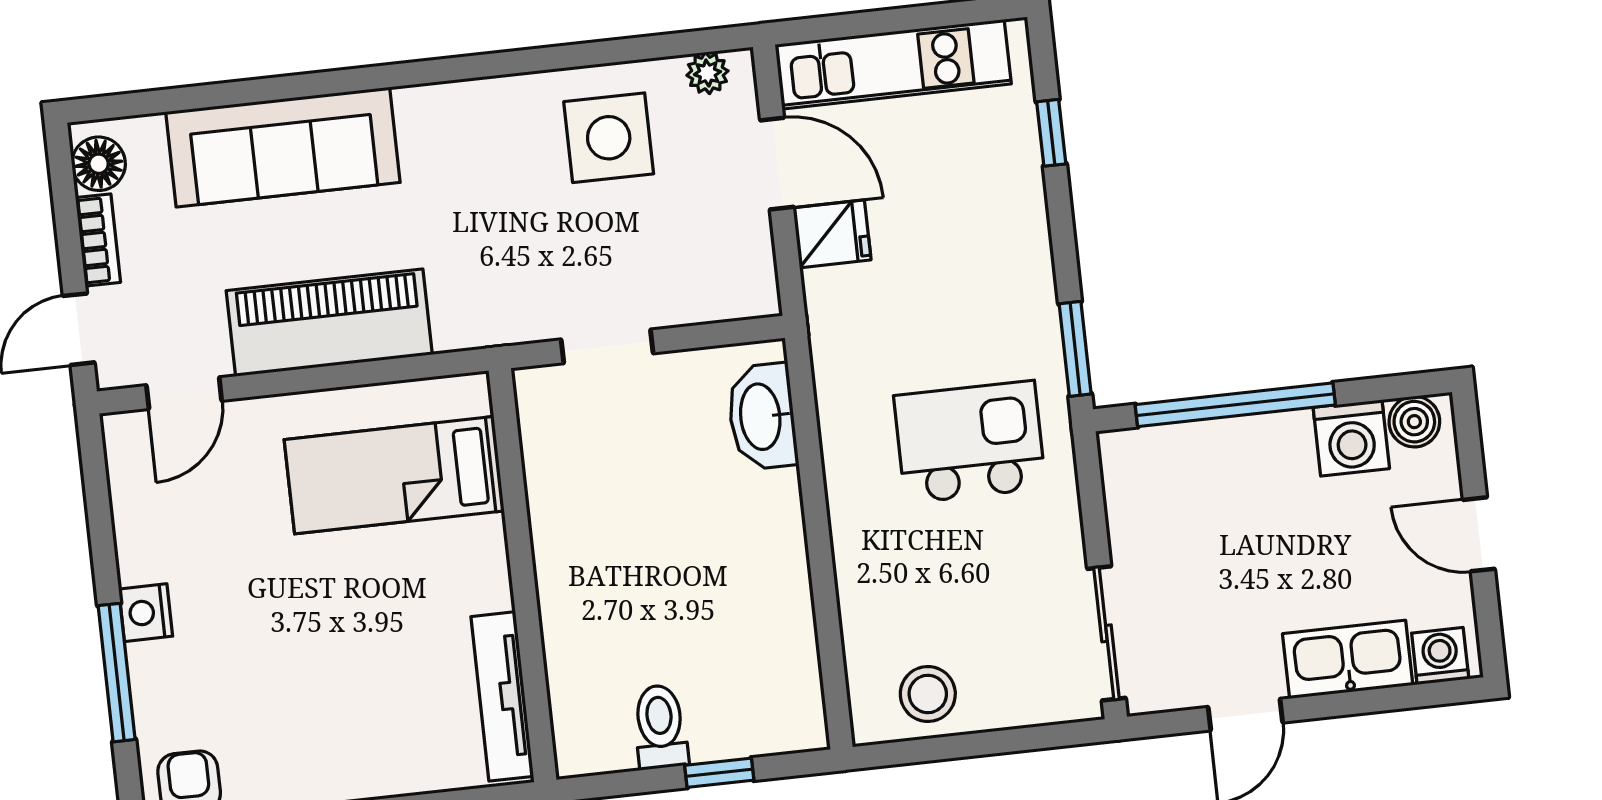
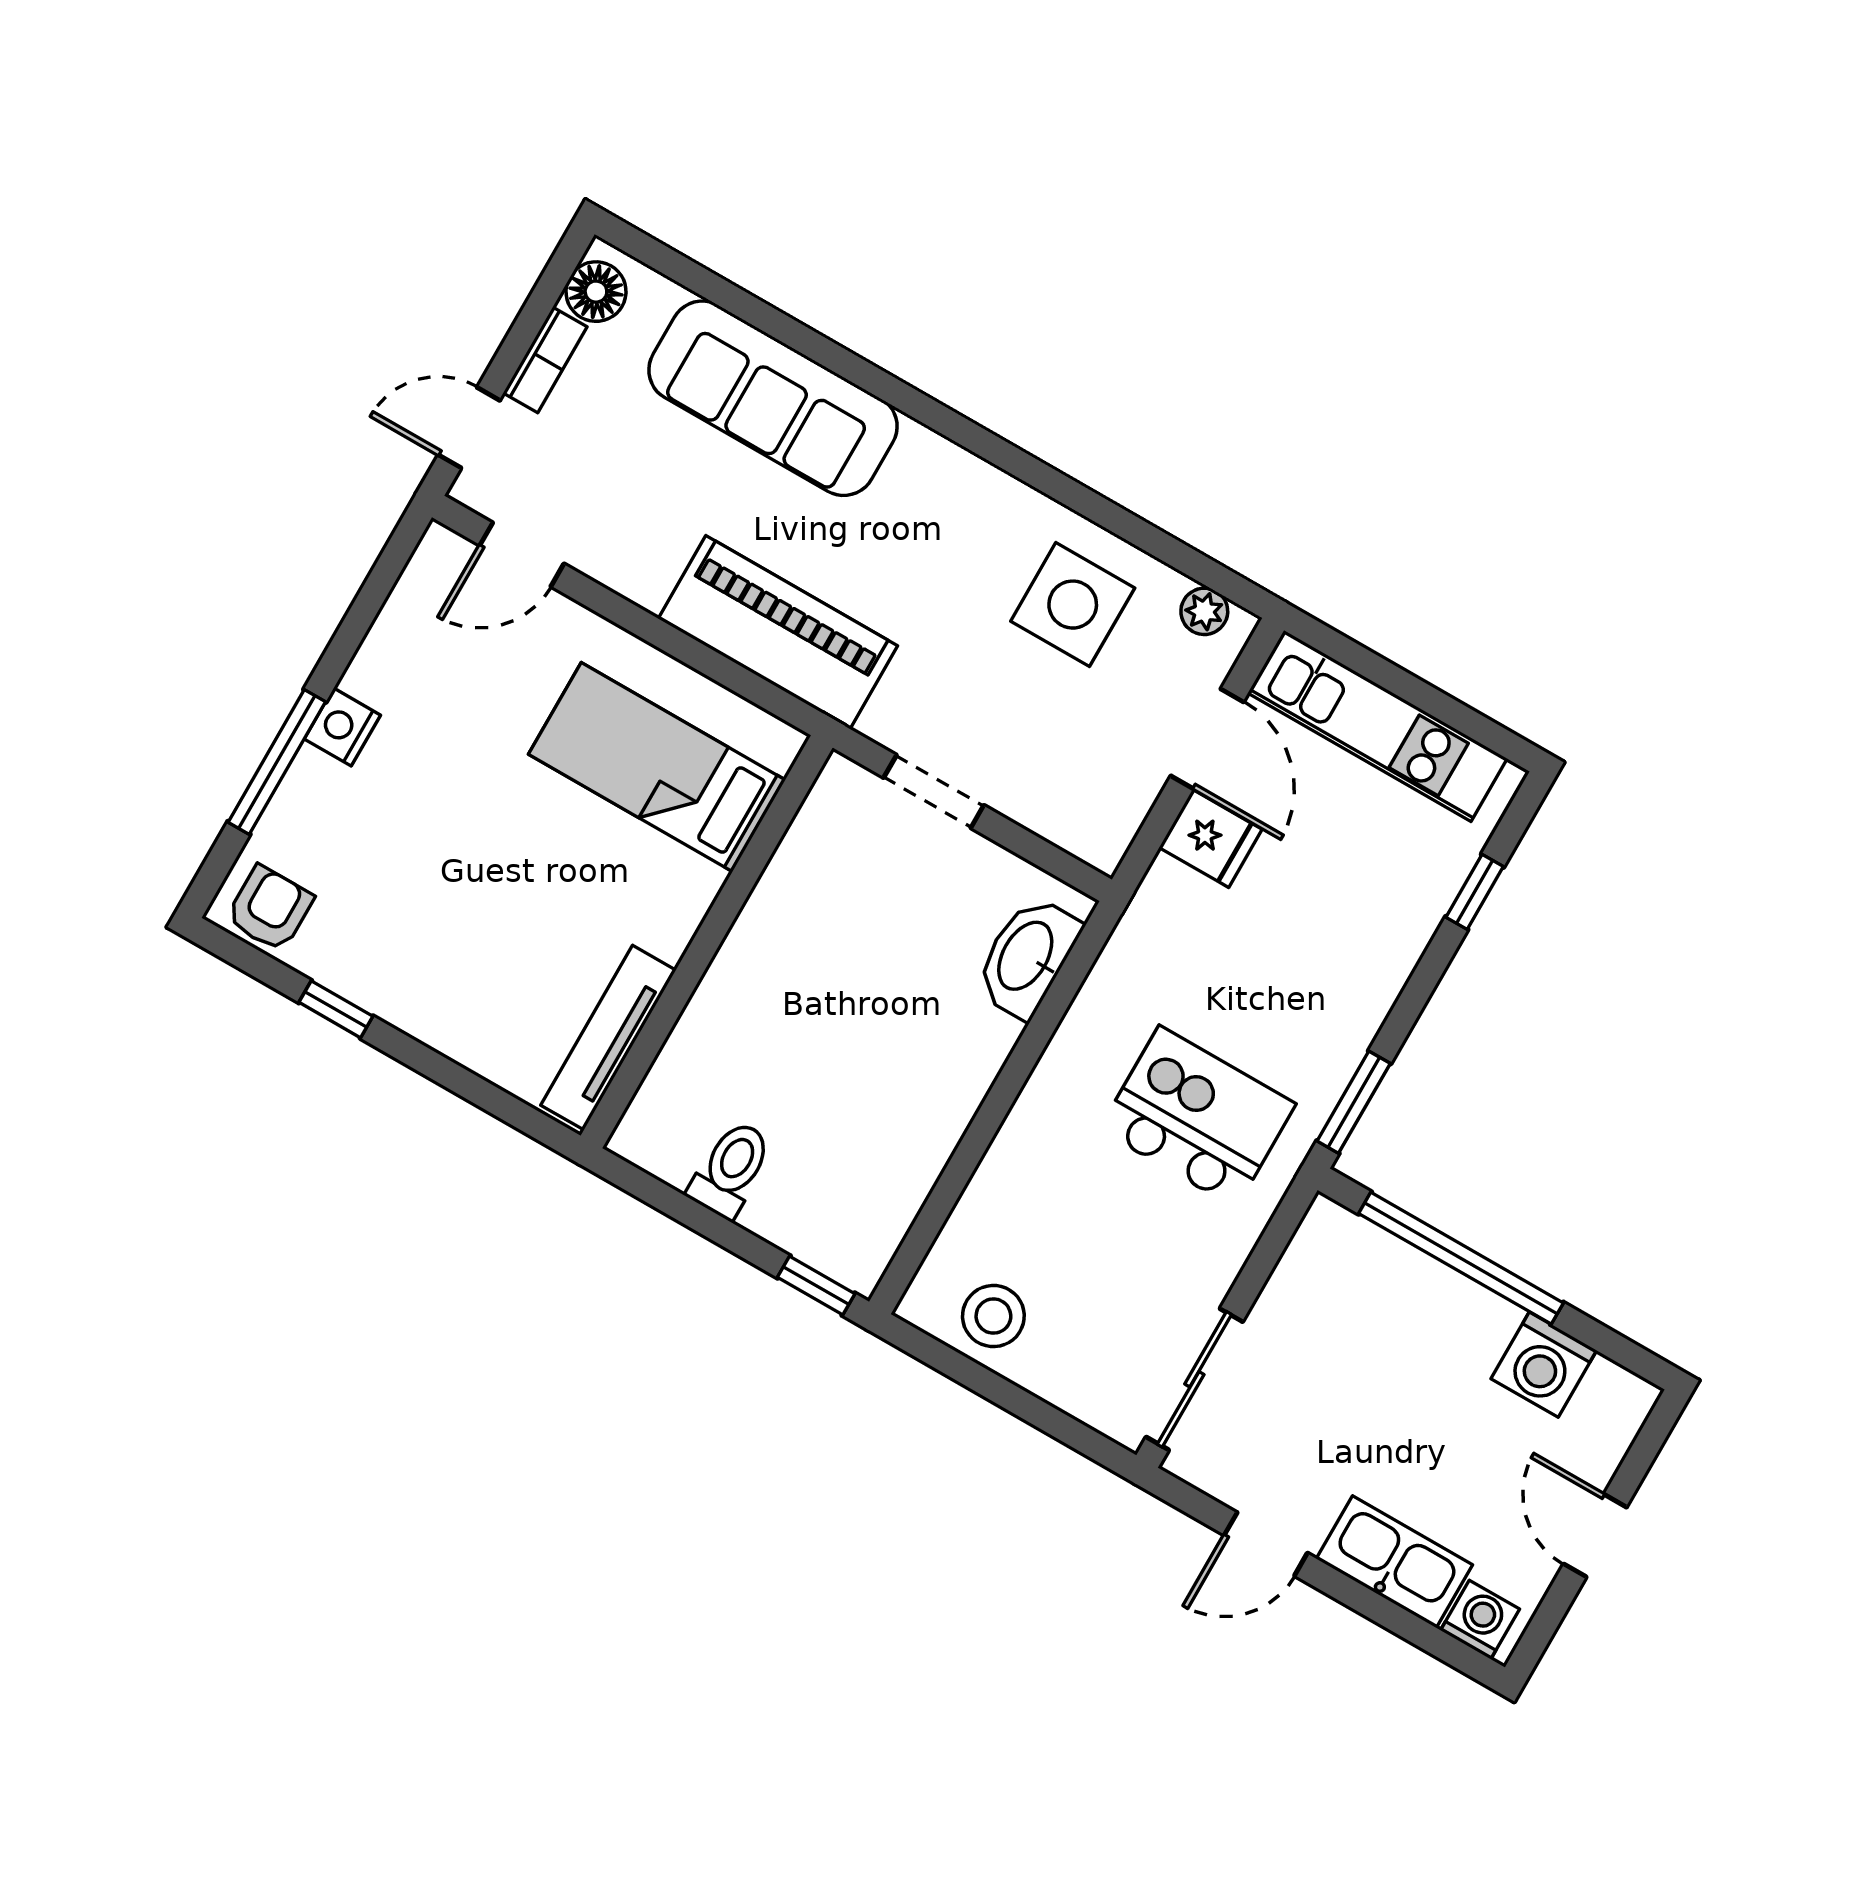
piano: (329, 323) -> (778, 632), moved
boiler: (1414, 422) -> (1611, 1391), removed
window: (719, 773) -> (816, 1285), moved

